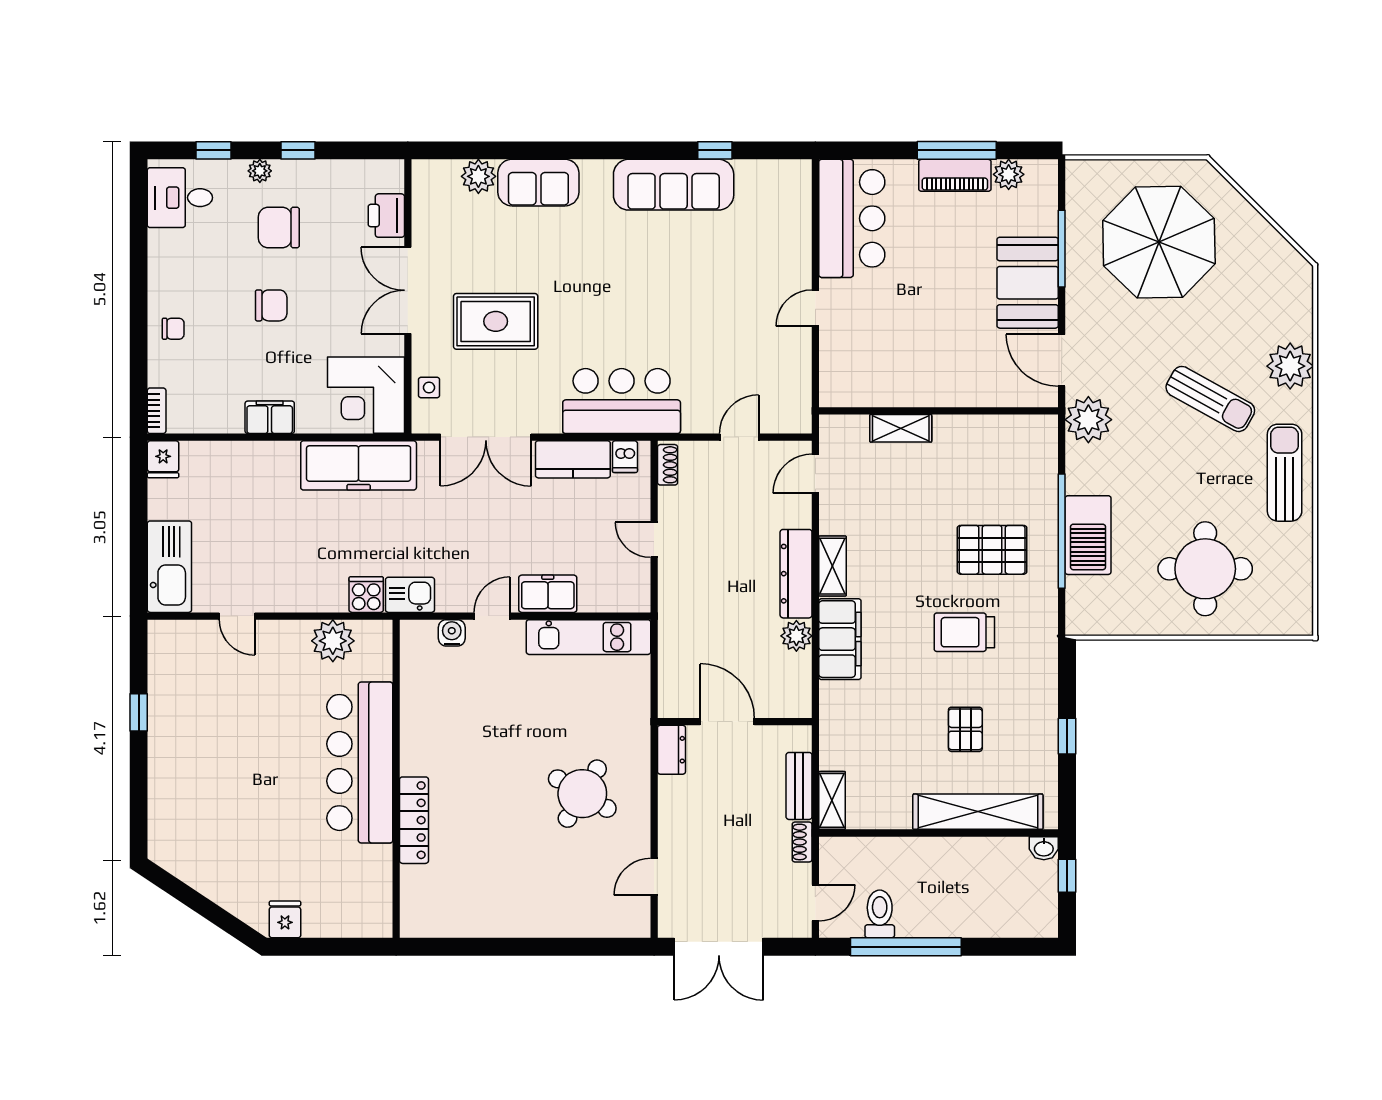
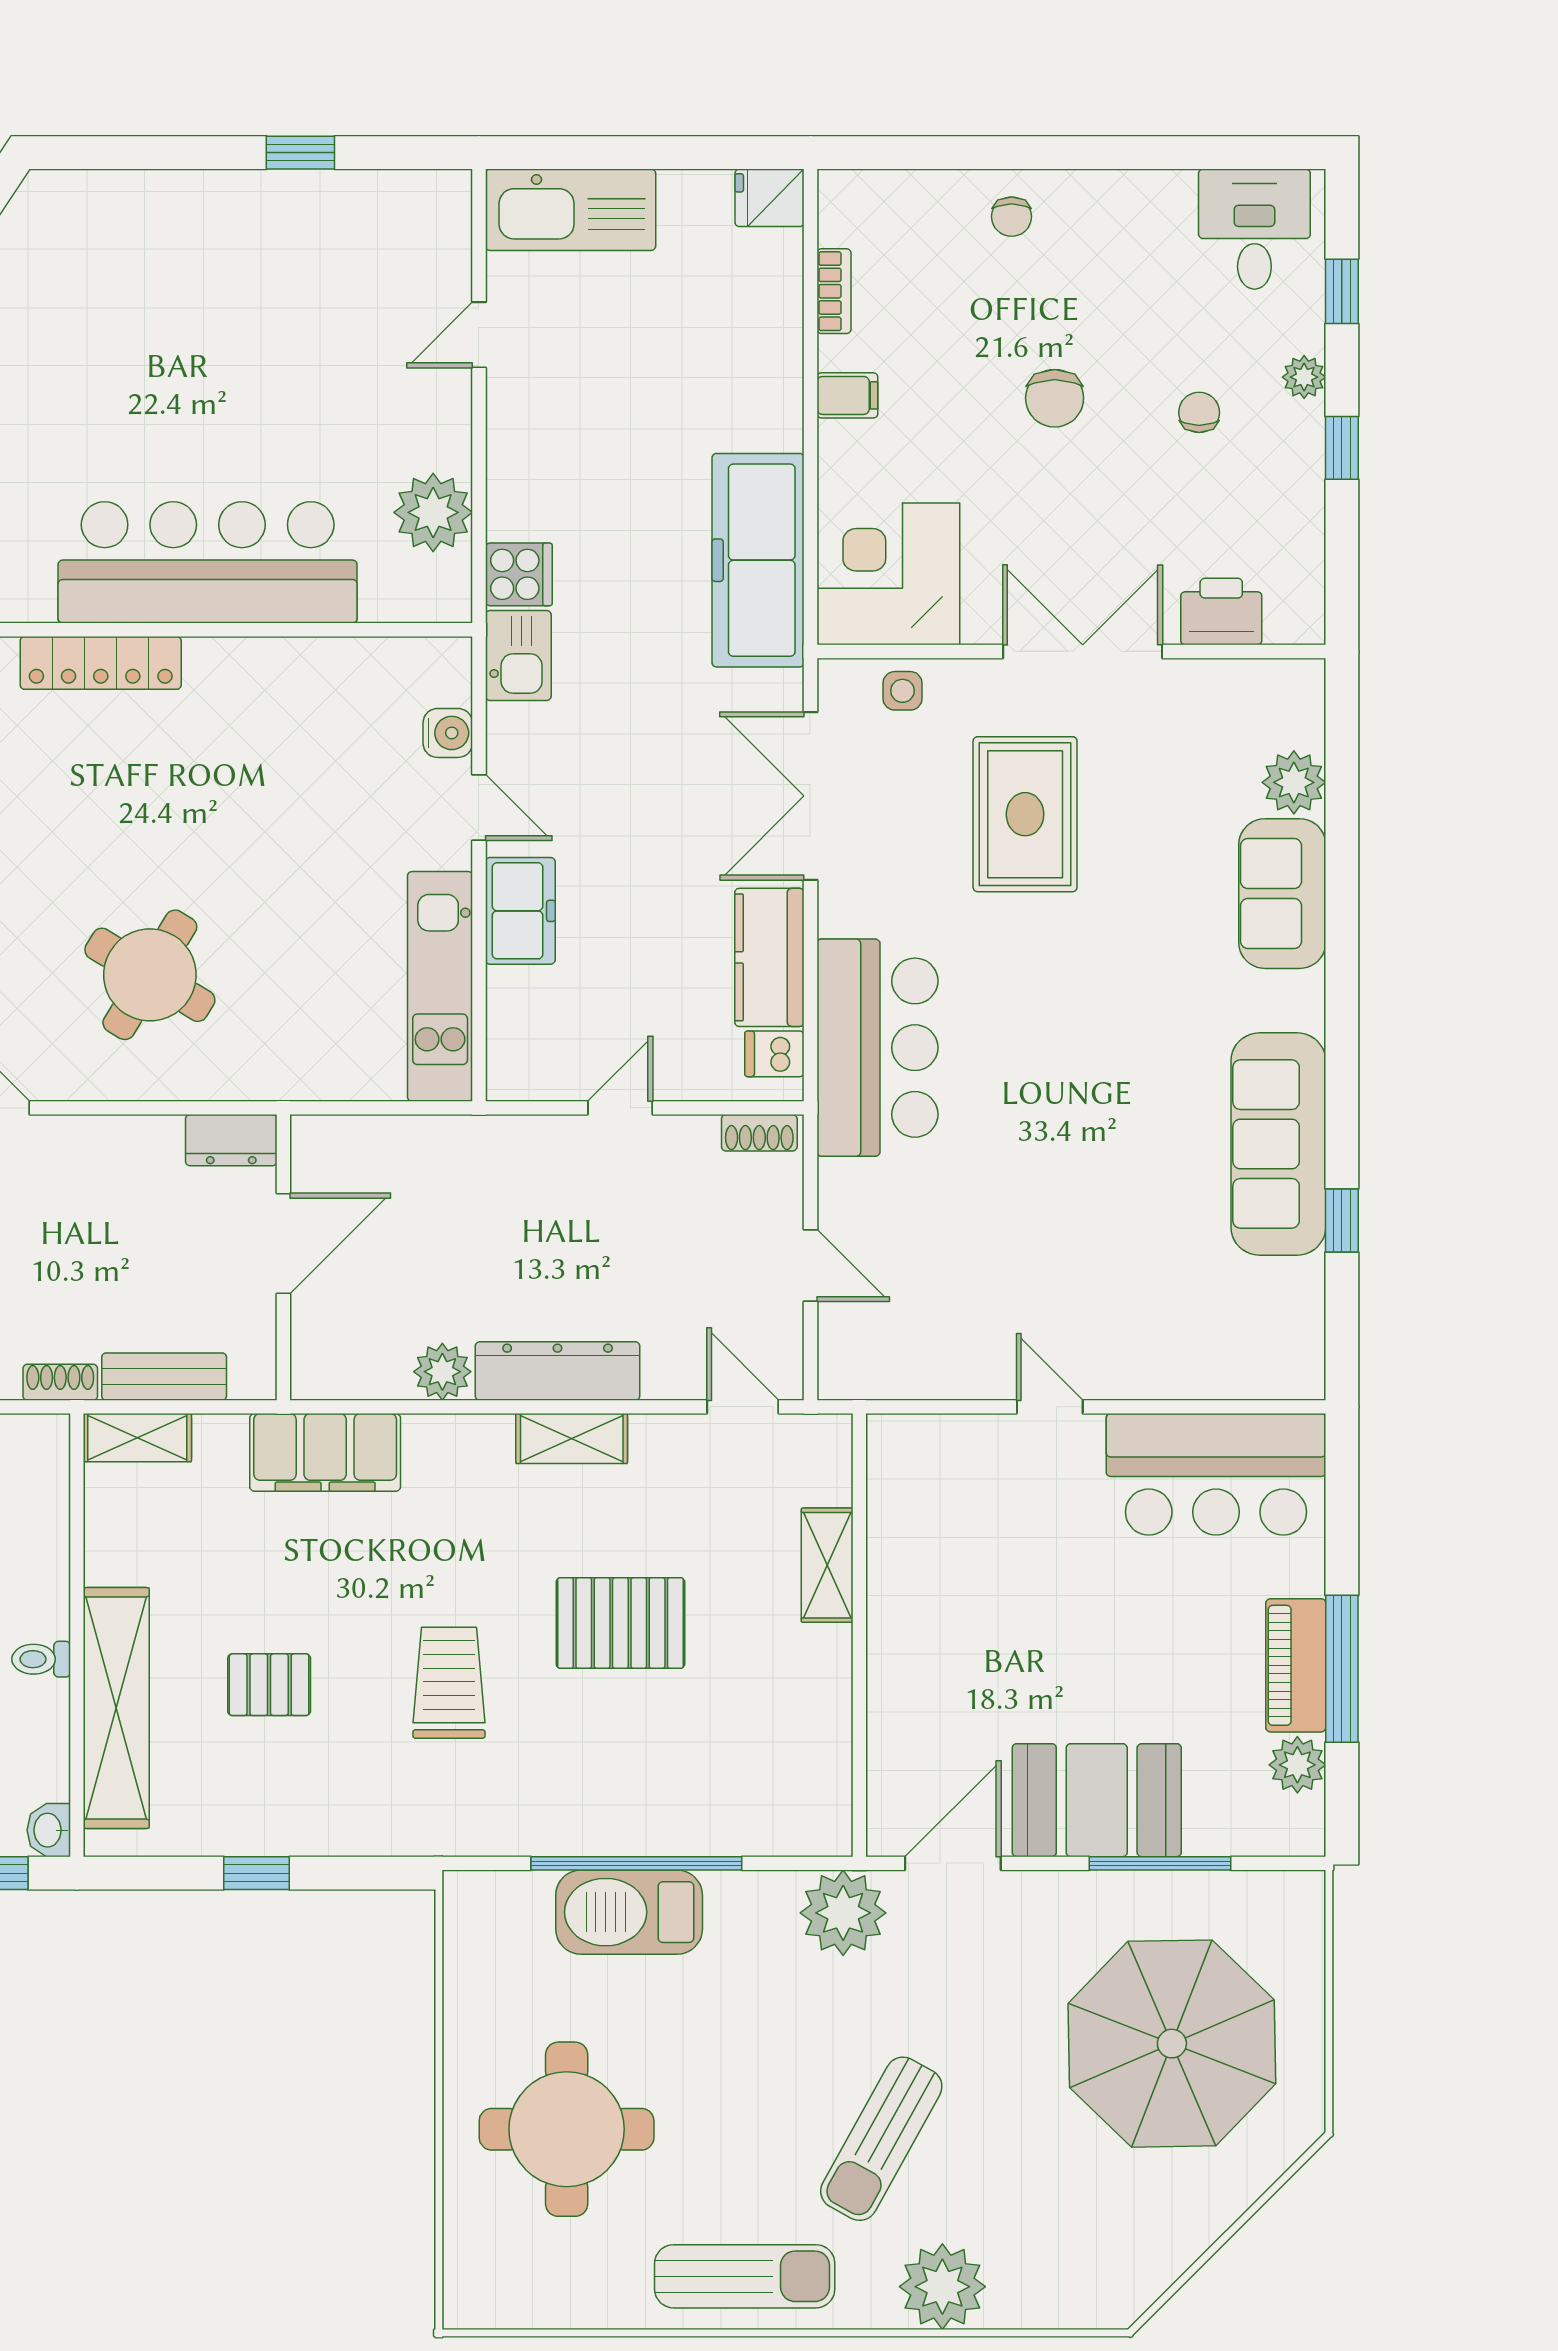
chair: (279, 227) -> (1199, 412), width x0.54, depth x0.54
bookcase: (157, 411) -> (834, 291), moved, turned -90
filing cabinet: (270, 417) -> (847, 395), width x0.50
pallet: (992, 550) -> (620, 1623), moved, turned 90
filing cabinet: (840, 639) -> (325, 1452), moved
toilet: (952, 852) -> (41, 1659), added

